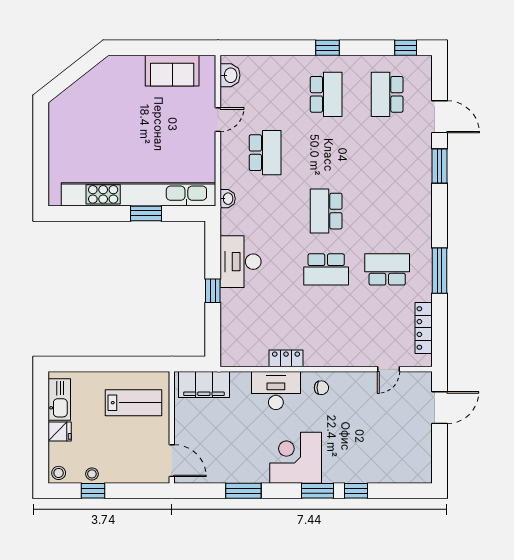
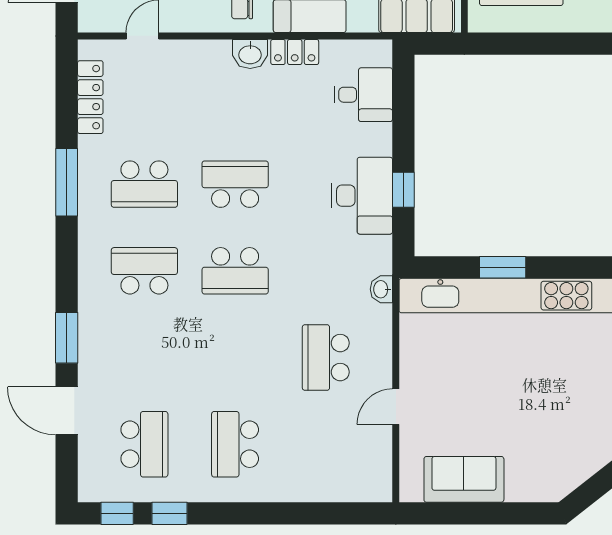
window: (328, 48) -> (169, 513), moved
washbasin: (230, 75) -> (250, 54), moved, turned -90
school desk: (326, 211) -> (235, 271), turned 90
school desk: (387, 211) -> (144, 271), added
window: (213, 291) -> (403, 190), moved
desk: (240, 330) -> (363, 95), added

